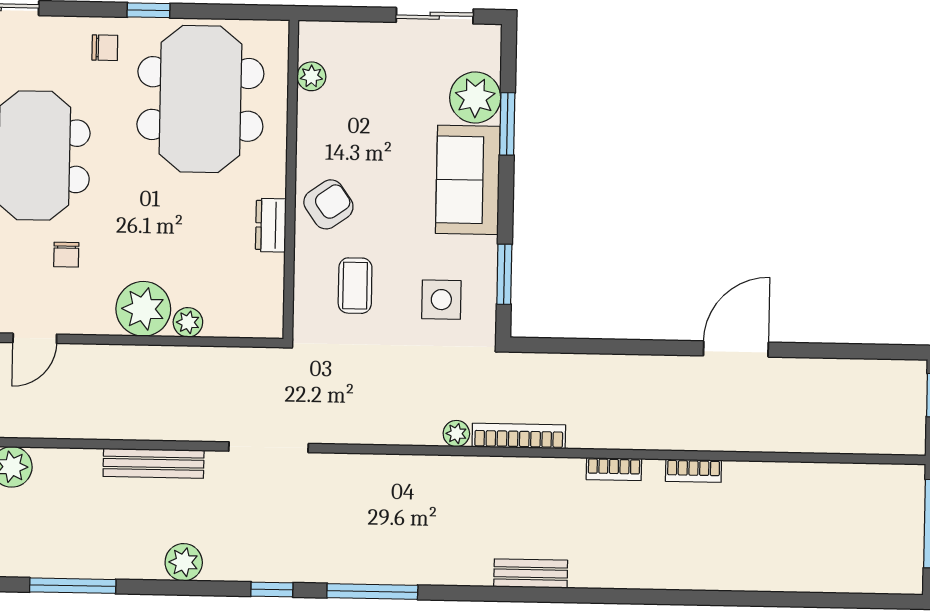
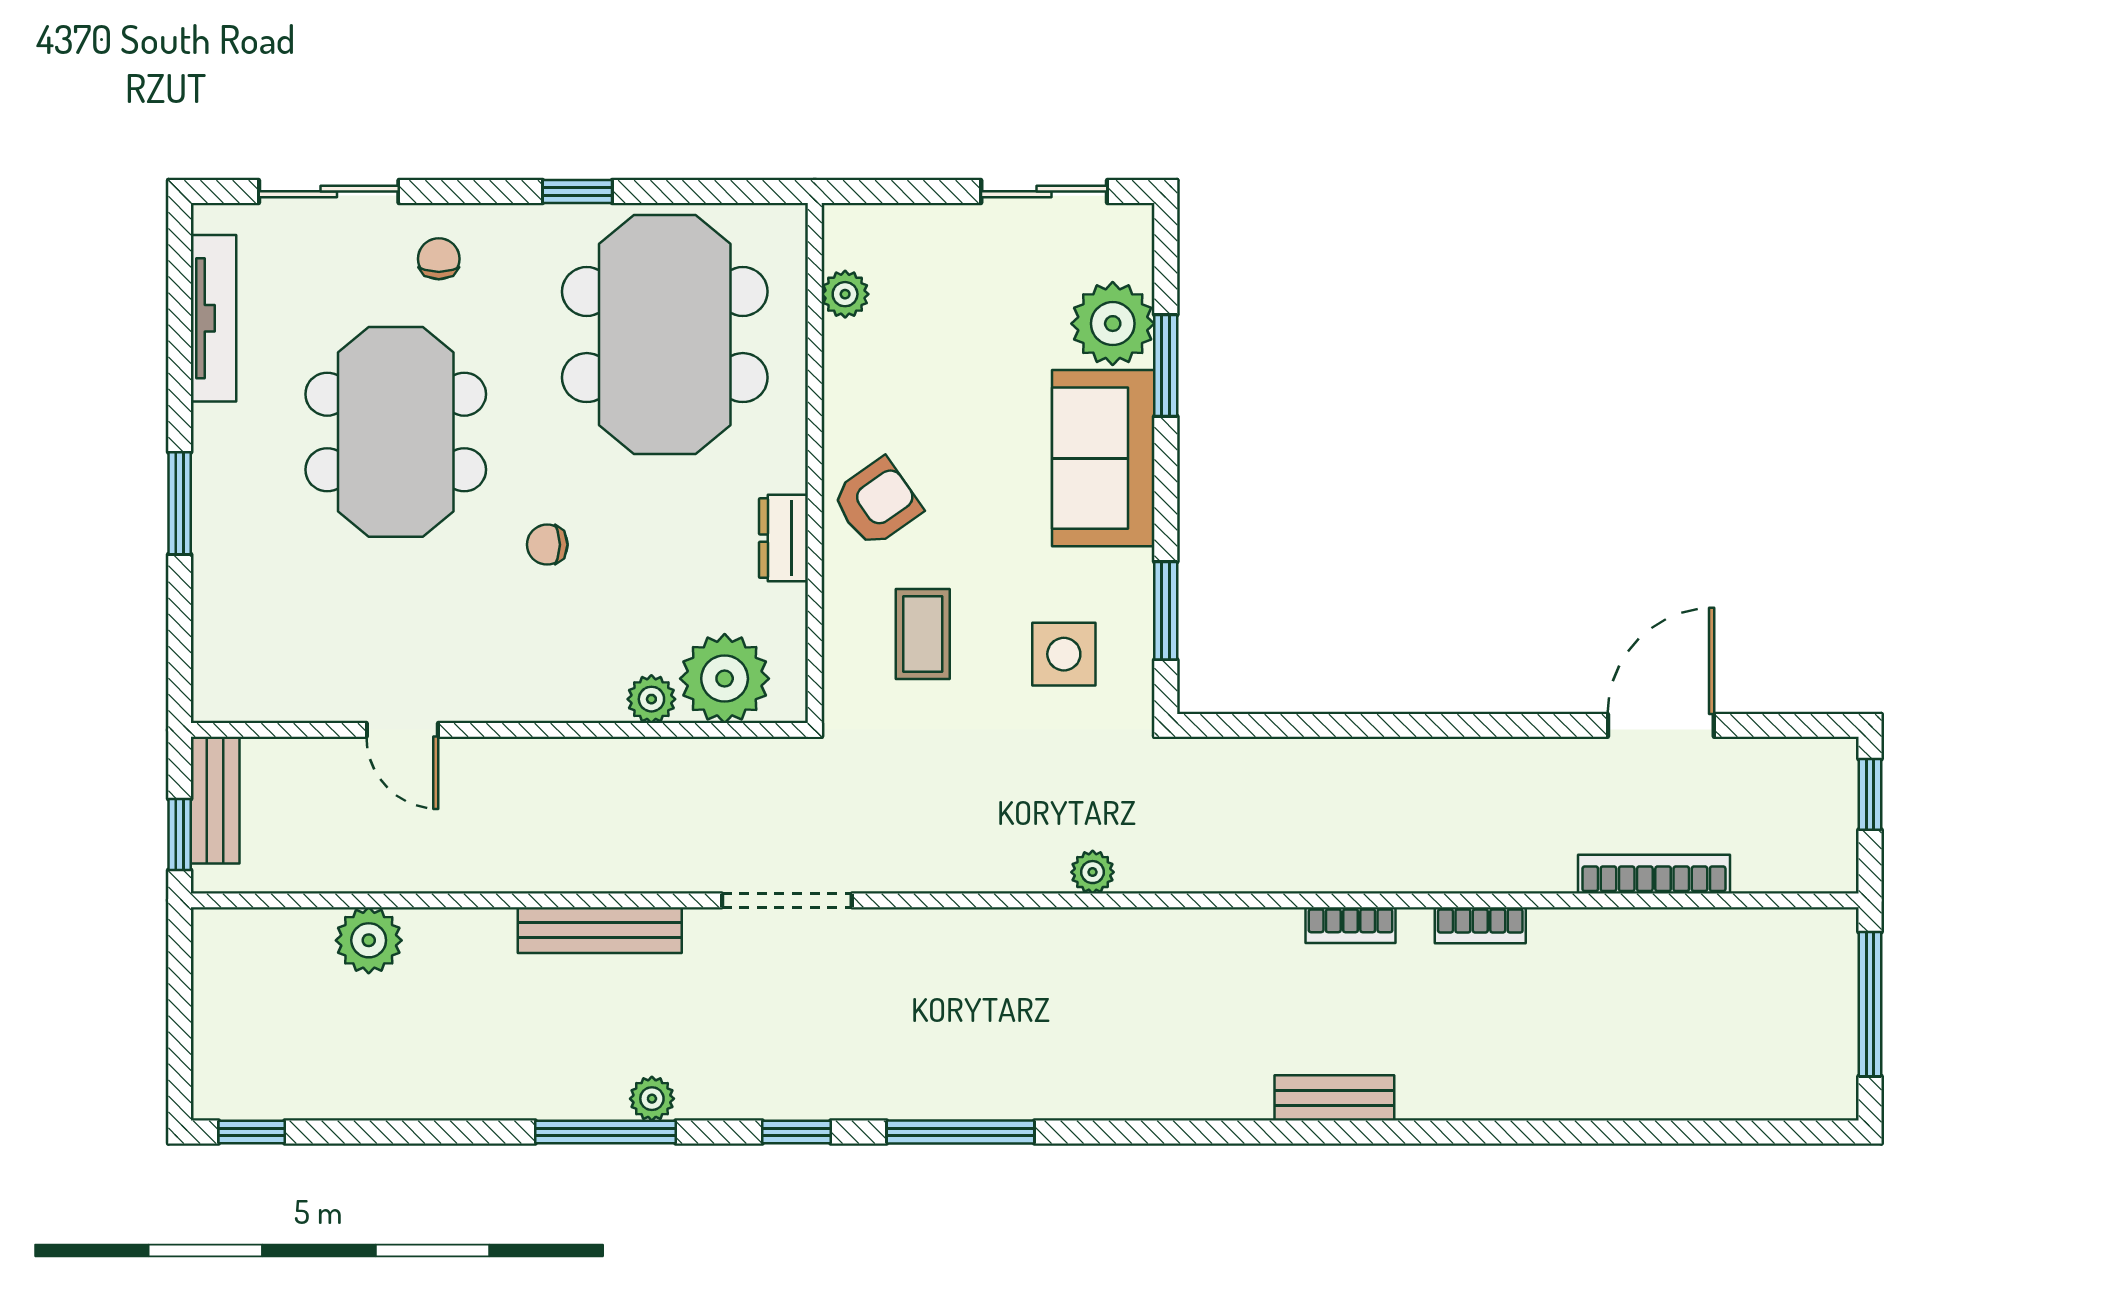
chair: (105, 48) -> (439, 259), moved, turned -90
chair: (66, 255) -> (547, 545), moved, turned 90
plant: (143, 309) -> (725, 679), moved
door: (35, 338) -> (402, 730), hinge flipped
door: (736, 349) -> (1661, 725), moved
bookcase: (519, 436) -> (1654, 874), moved
plant: (184, 562) -> (652, 1099), width x0.73, depth x0.73
bench: (531, 573) -> (1334, 1098), moved
window: (73, 586) -> (605, 1132), moved

